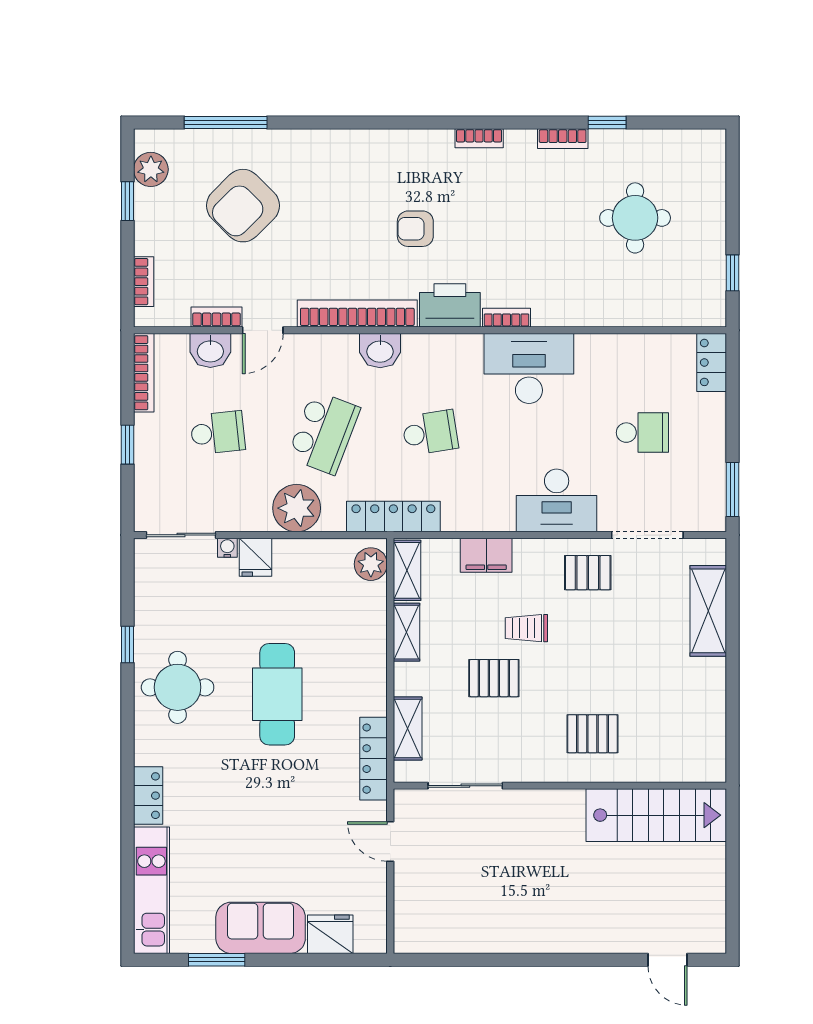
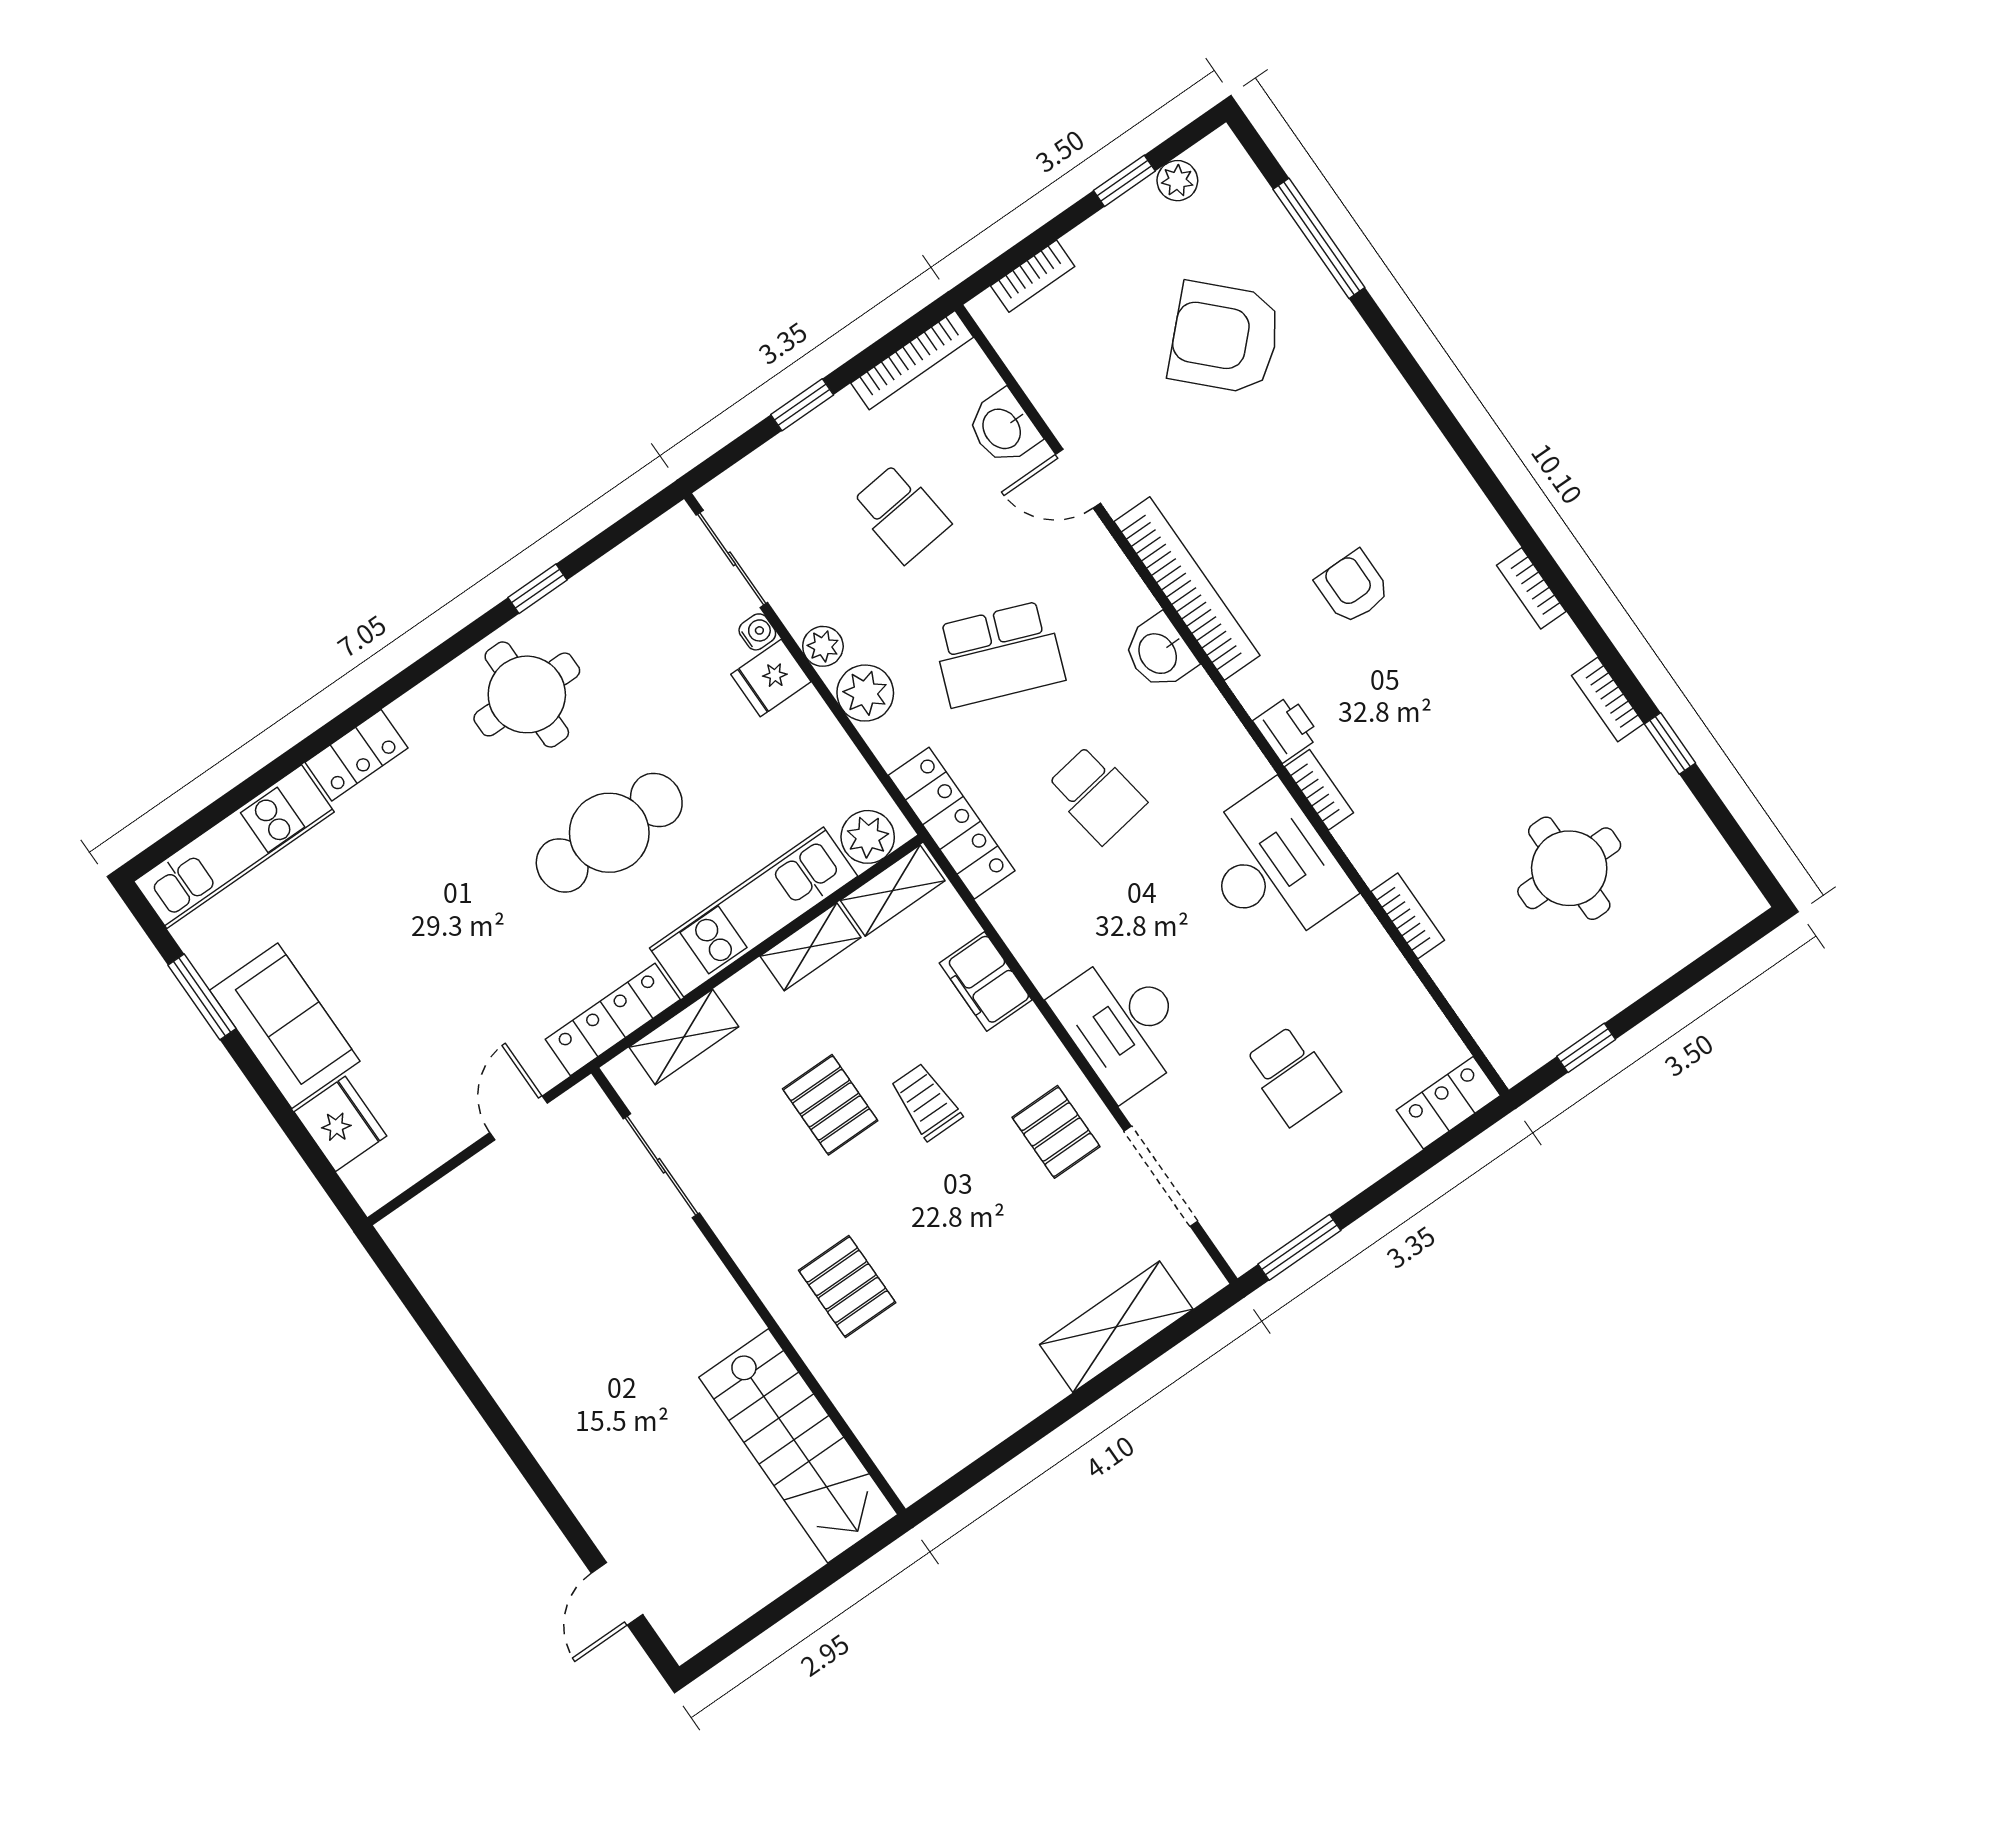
plant: (151, 169) -> (1177, 181), width x0.73, depth x0.73
printer: (450, 305) -> (1287, 729), width x0.53, depth x0.68
bookcase: (216, 317) -> (1408, 916), moved
plant: (297, 508) -> (865, 693), width x0.73, depth x0.73
plant: (258, 519) -> (823, 646), added
kitchen unit: (369, 649) -> (754, 912), added

